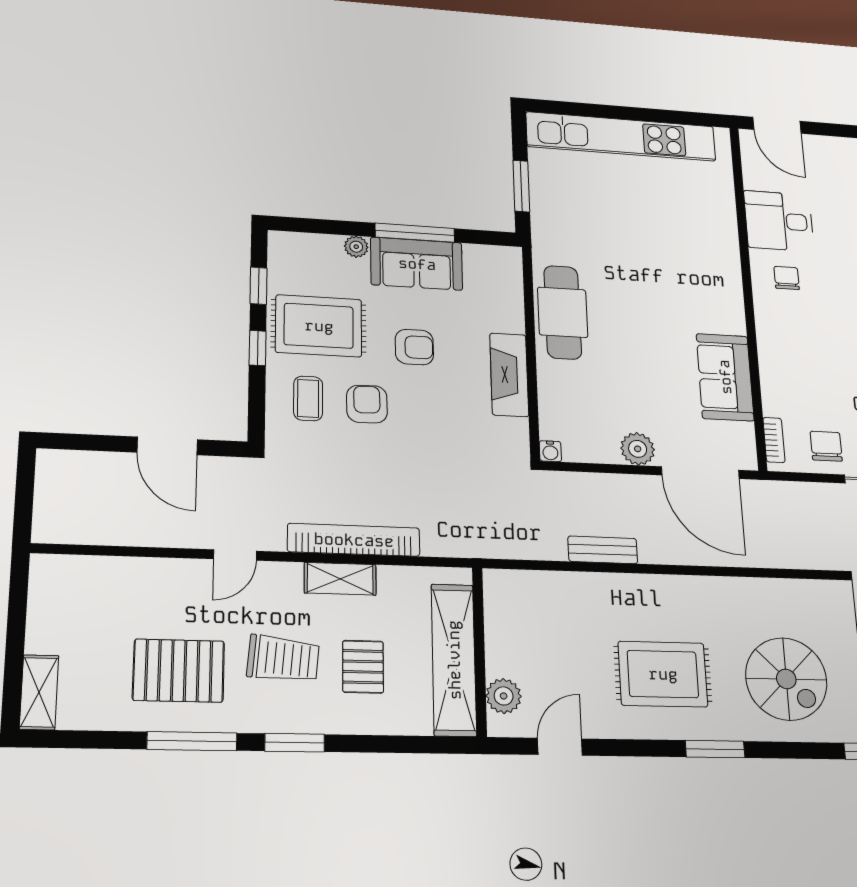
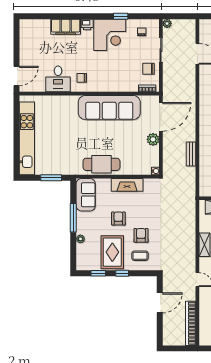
sofa: (417, 264) -> (86, 195), moved
sofa: (725, 377) -> (109, 108), width x1.85, depth x1.27
armchair: (367, 404) -> (141, 235), turned 91
bookcase: (354, 540) -> (191, 323), moved

